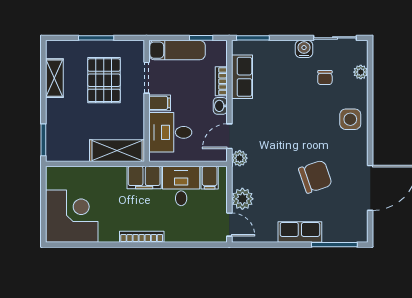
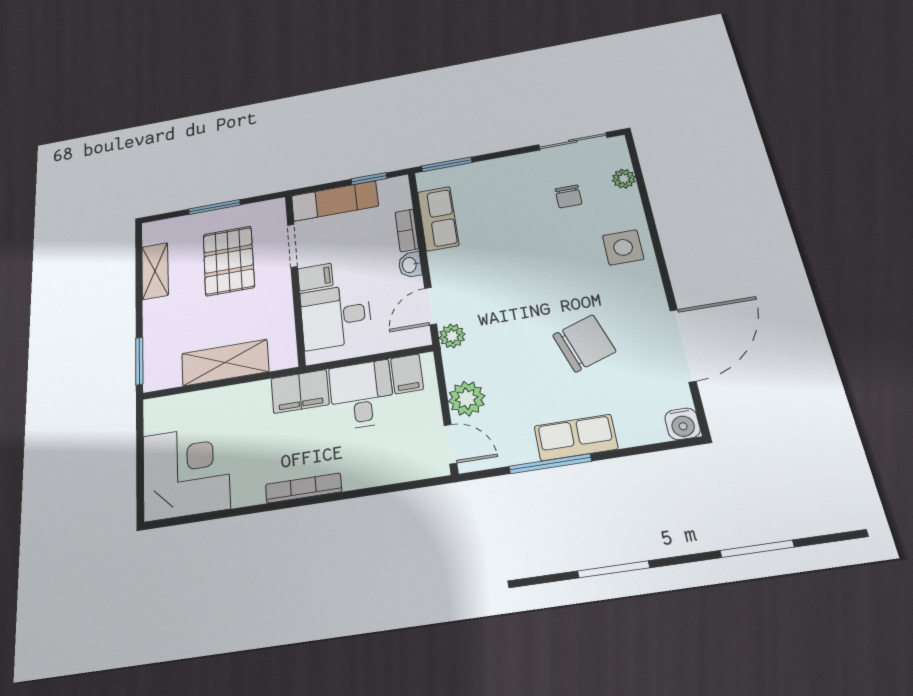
water cooler: (304, 49) -> (683, 424), moved, turned 180
shelving: (117, 151) -> (225, 363), moved
window: (334, 245) -> (550, 464), moved

